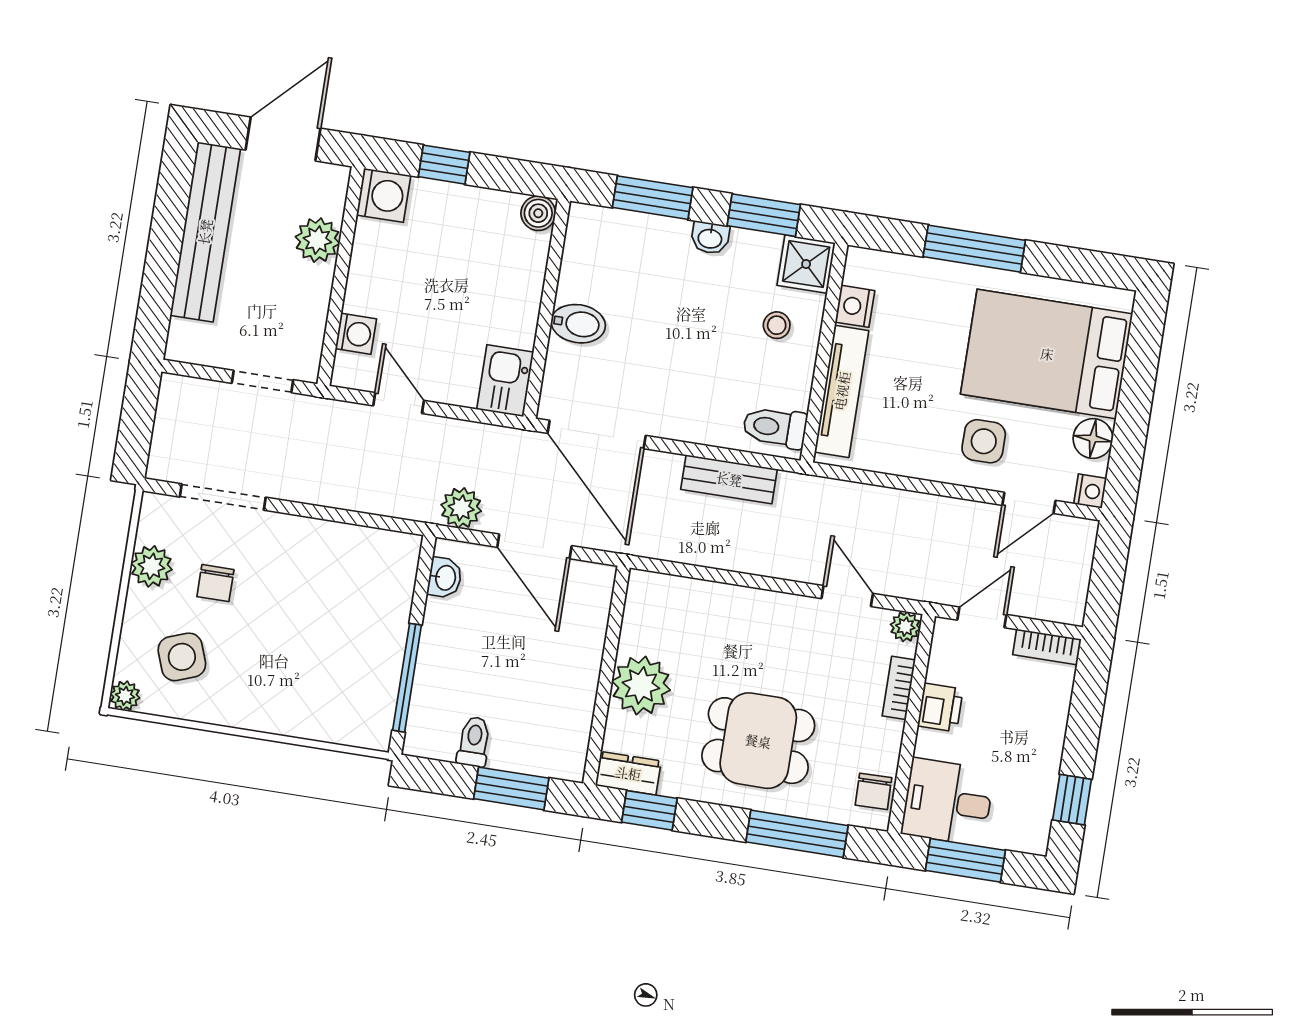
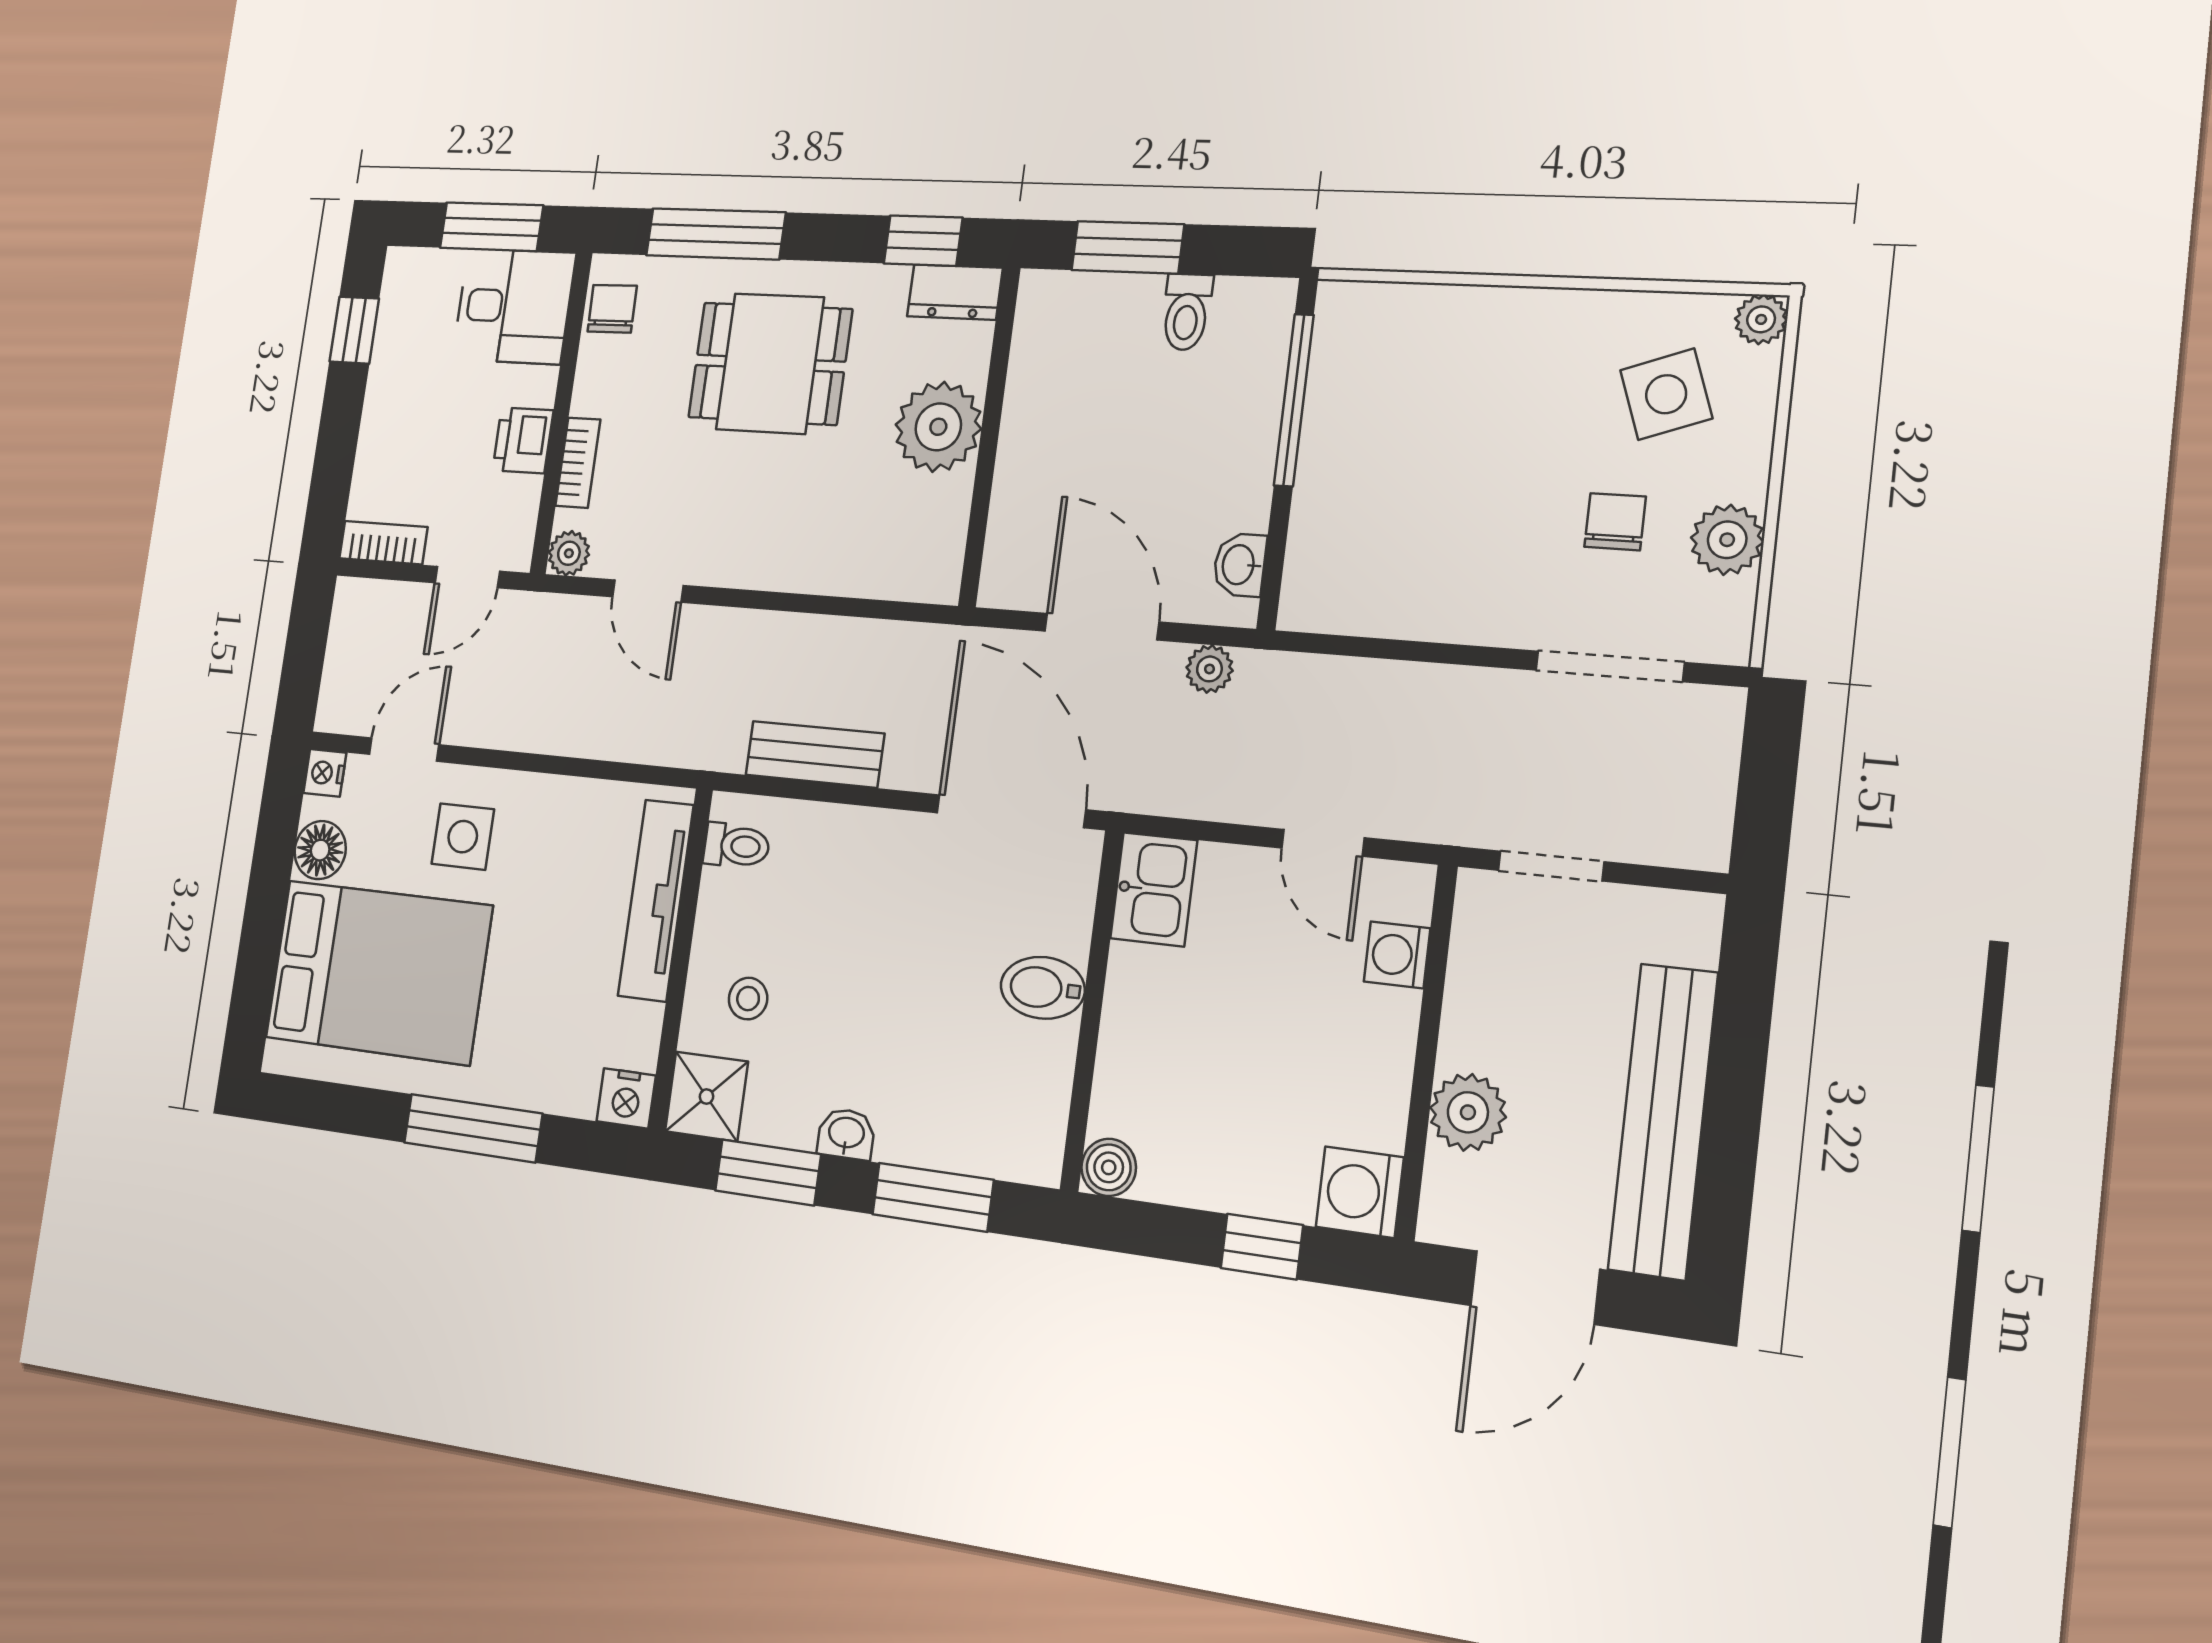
nightstand: (855, 306) -> (626, 1098), moved, turned 90
toilet: (775, 427) -> (737, 846), width x0.73, depth x0.72
plant: (461, 508) -> (1209, 669), width x0.73, depth x0.73

